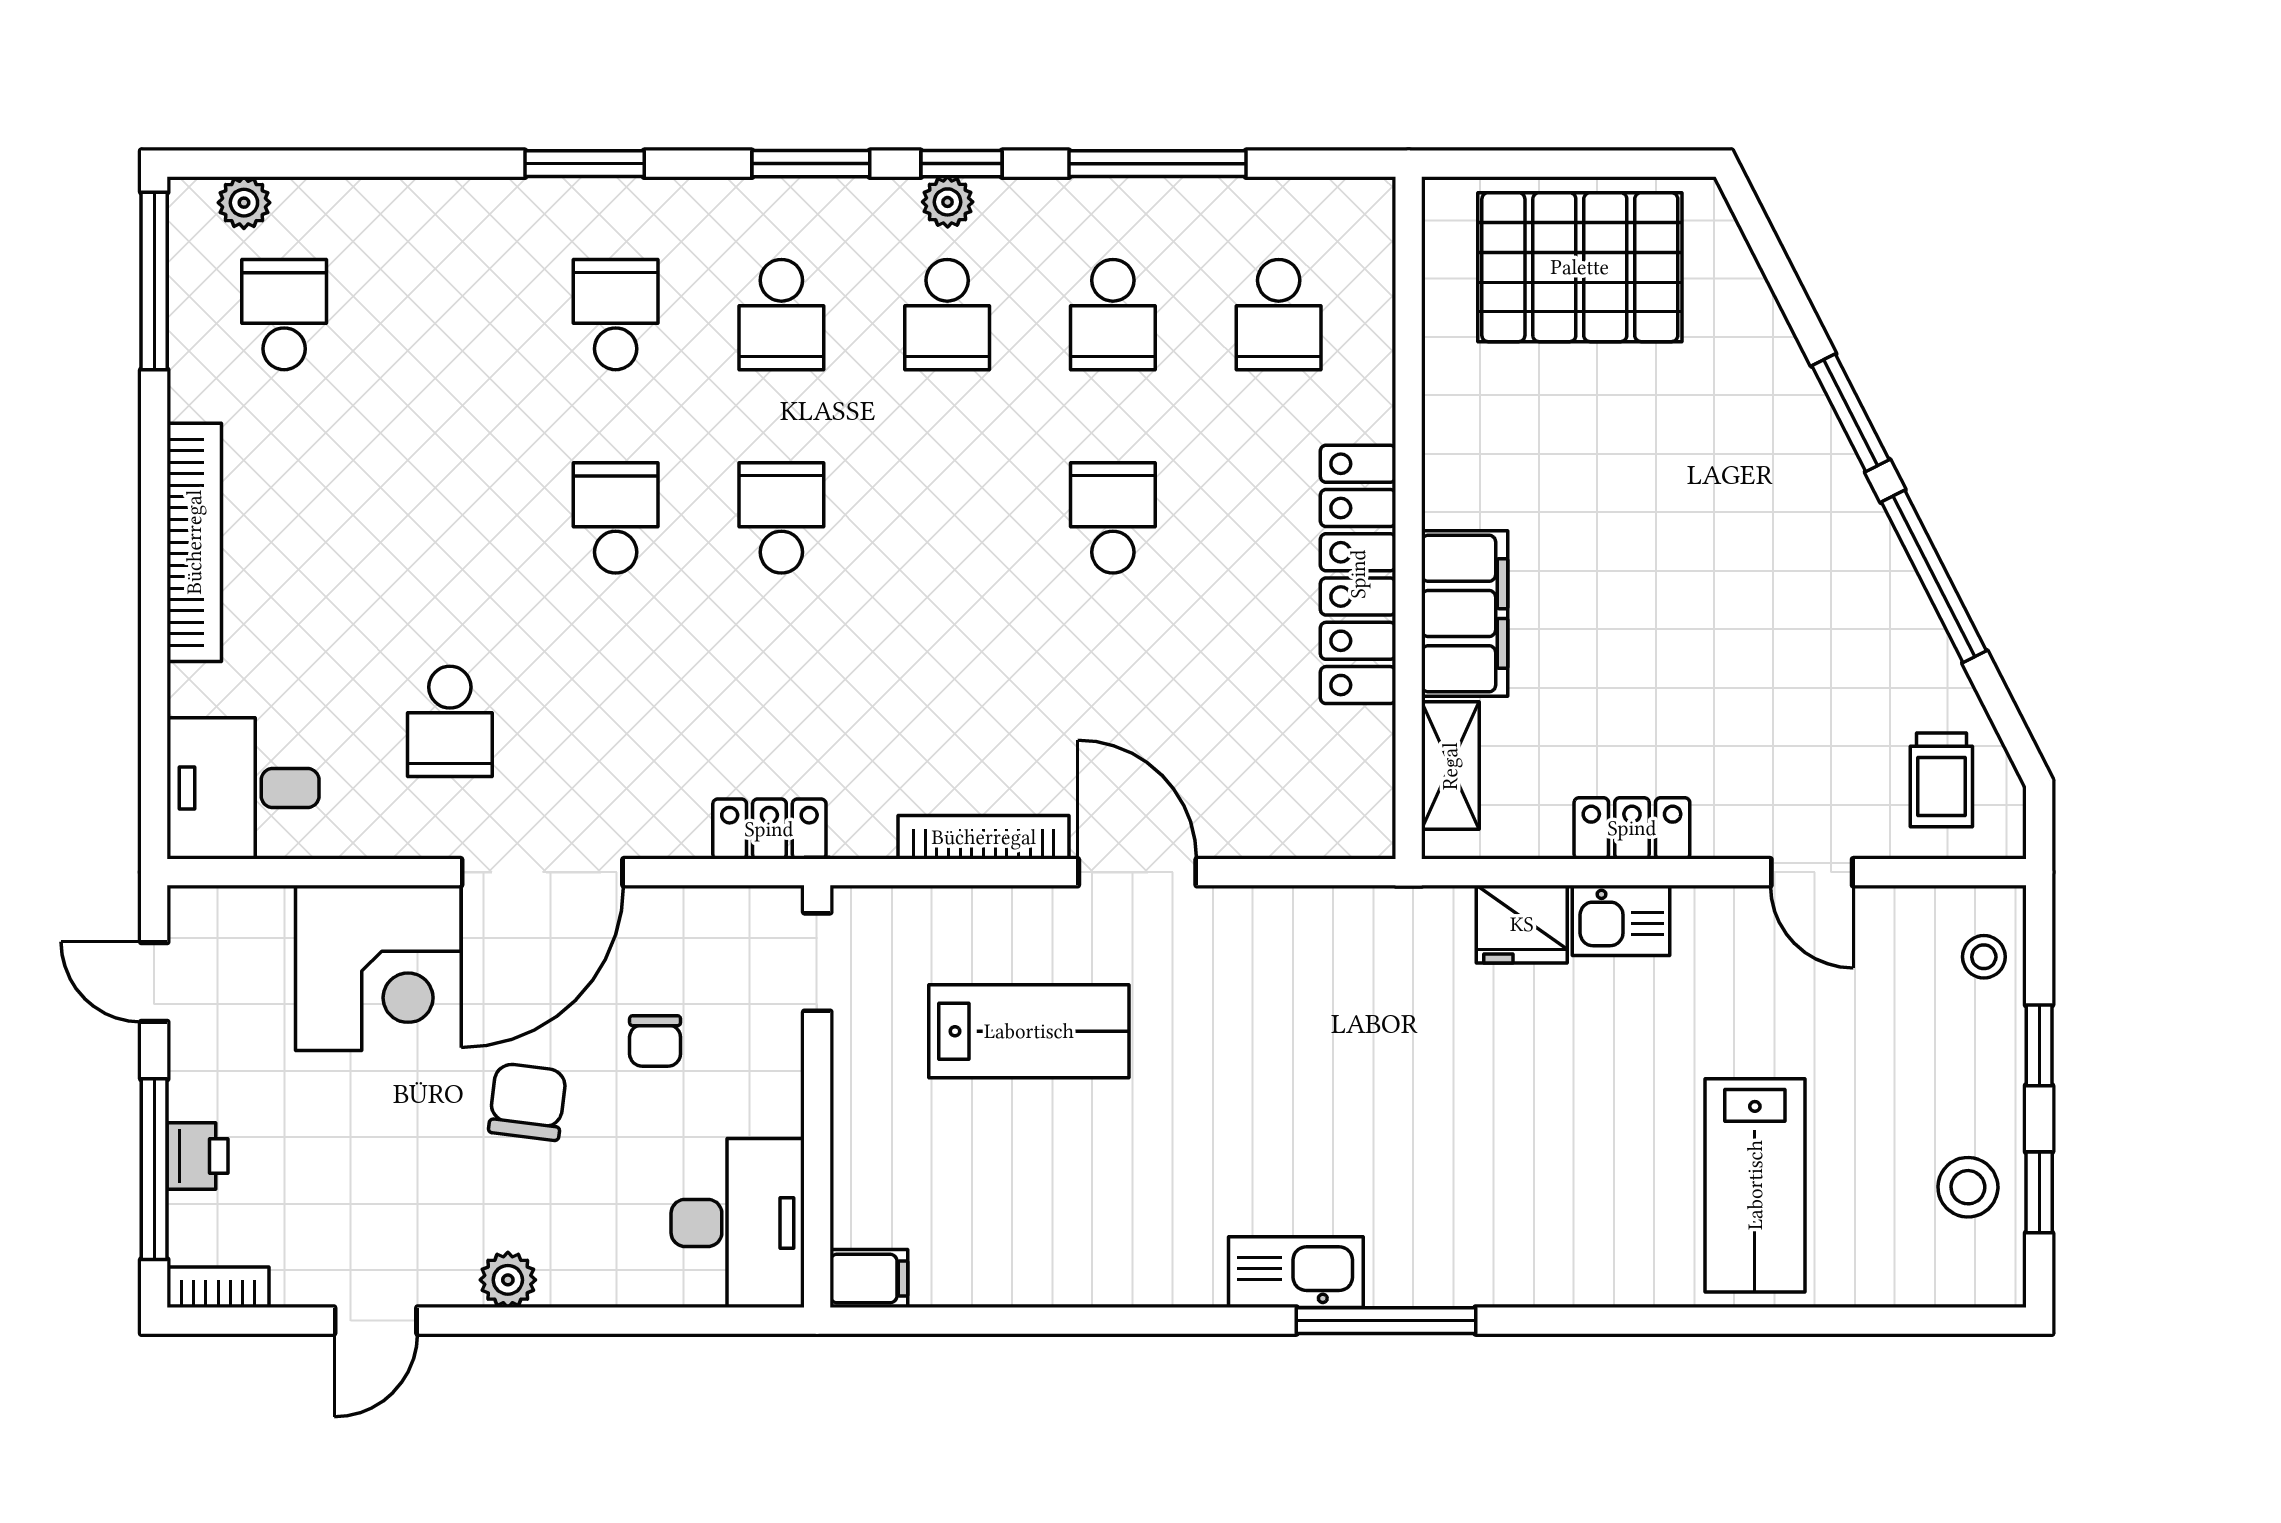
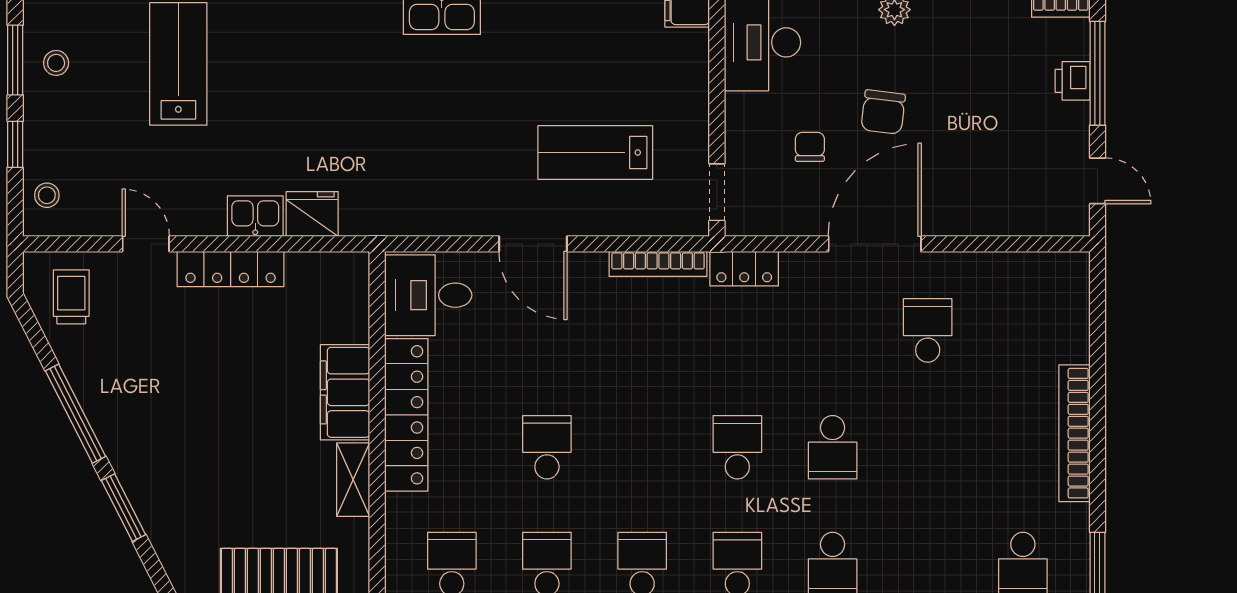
school desk: (781, 518) -> (737, 447), turned 180
school desk: (1113, 518) -> (547, 447), turned 180
shelving: (1450, 766) -> (353, 480), moved
desk: (243, 788) -> (428, 295), moved, turned 180
locker: (1632, 828) -> (231, 269), width x1.53
bookcase: (984, 837) -> (658, 264), moved
corner desk: (378, 968) -> (969, 189), removed
stool: (1968, 1187) -> (56, 63), width x0.73, depth x0.73
window: (2039, 1192) -> (15, 60), width x1.50

